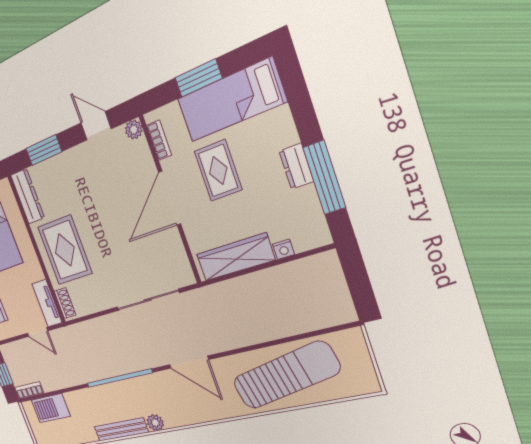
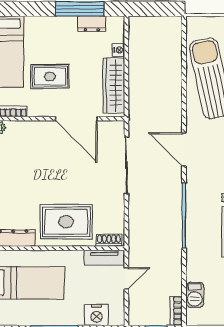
dresser: (296, 166) -> (92, 24), moved
door: (170, 198) -> (76, 119), moved
door: (189, 362) -> (184, 149), swing flipped
barbecue: (51, 408) -> (195, 295), width x0.73, depth x0.79

